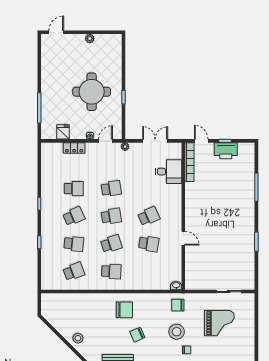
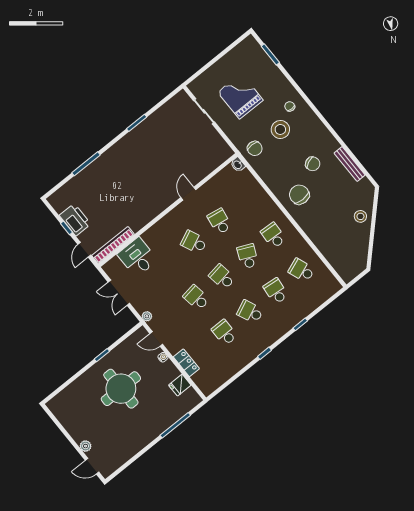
plant: (90, 39) -> (86, 446), moved
school desk: (111, 244) -> (248, 256), turned 42

